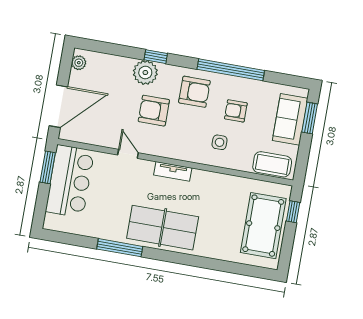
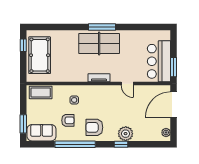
armchair: (154, 111) -> (117, 112), removed
sofa: (290, 119) -> (42, 133), moved, turned -90
window: (293, 212) -> (23, 45), moved
window: (120, 248) -> (102, 27), moved

